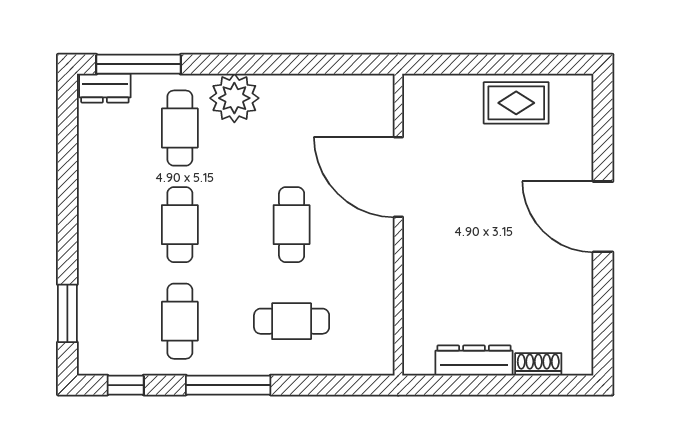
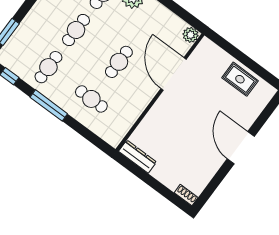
plant: (378, 90) -> (191, 35), added
dresser: (474, 360) -> (137, 157), moved
shoe rack: (538, 364) -> (186, 195), moved

